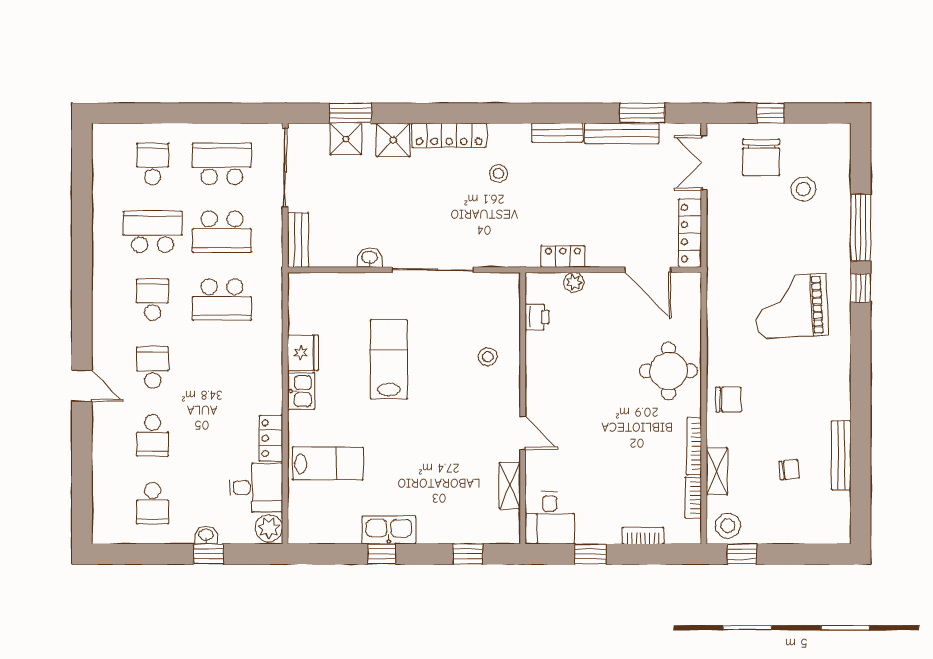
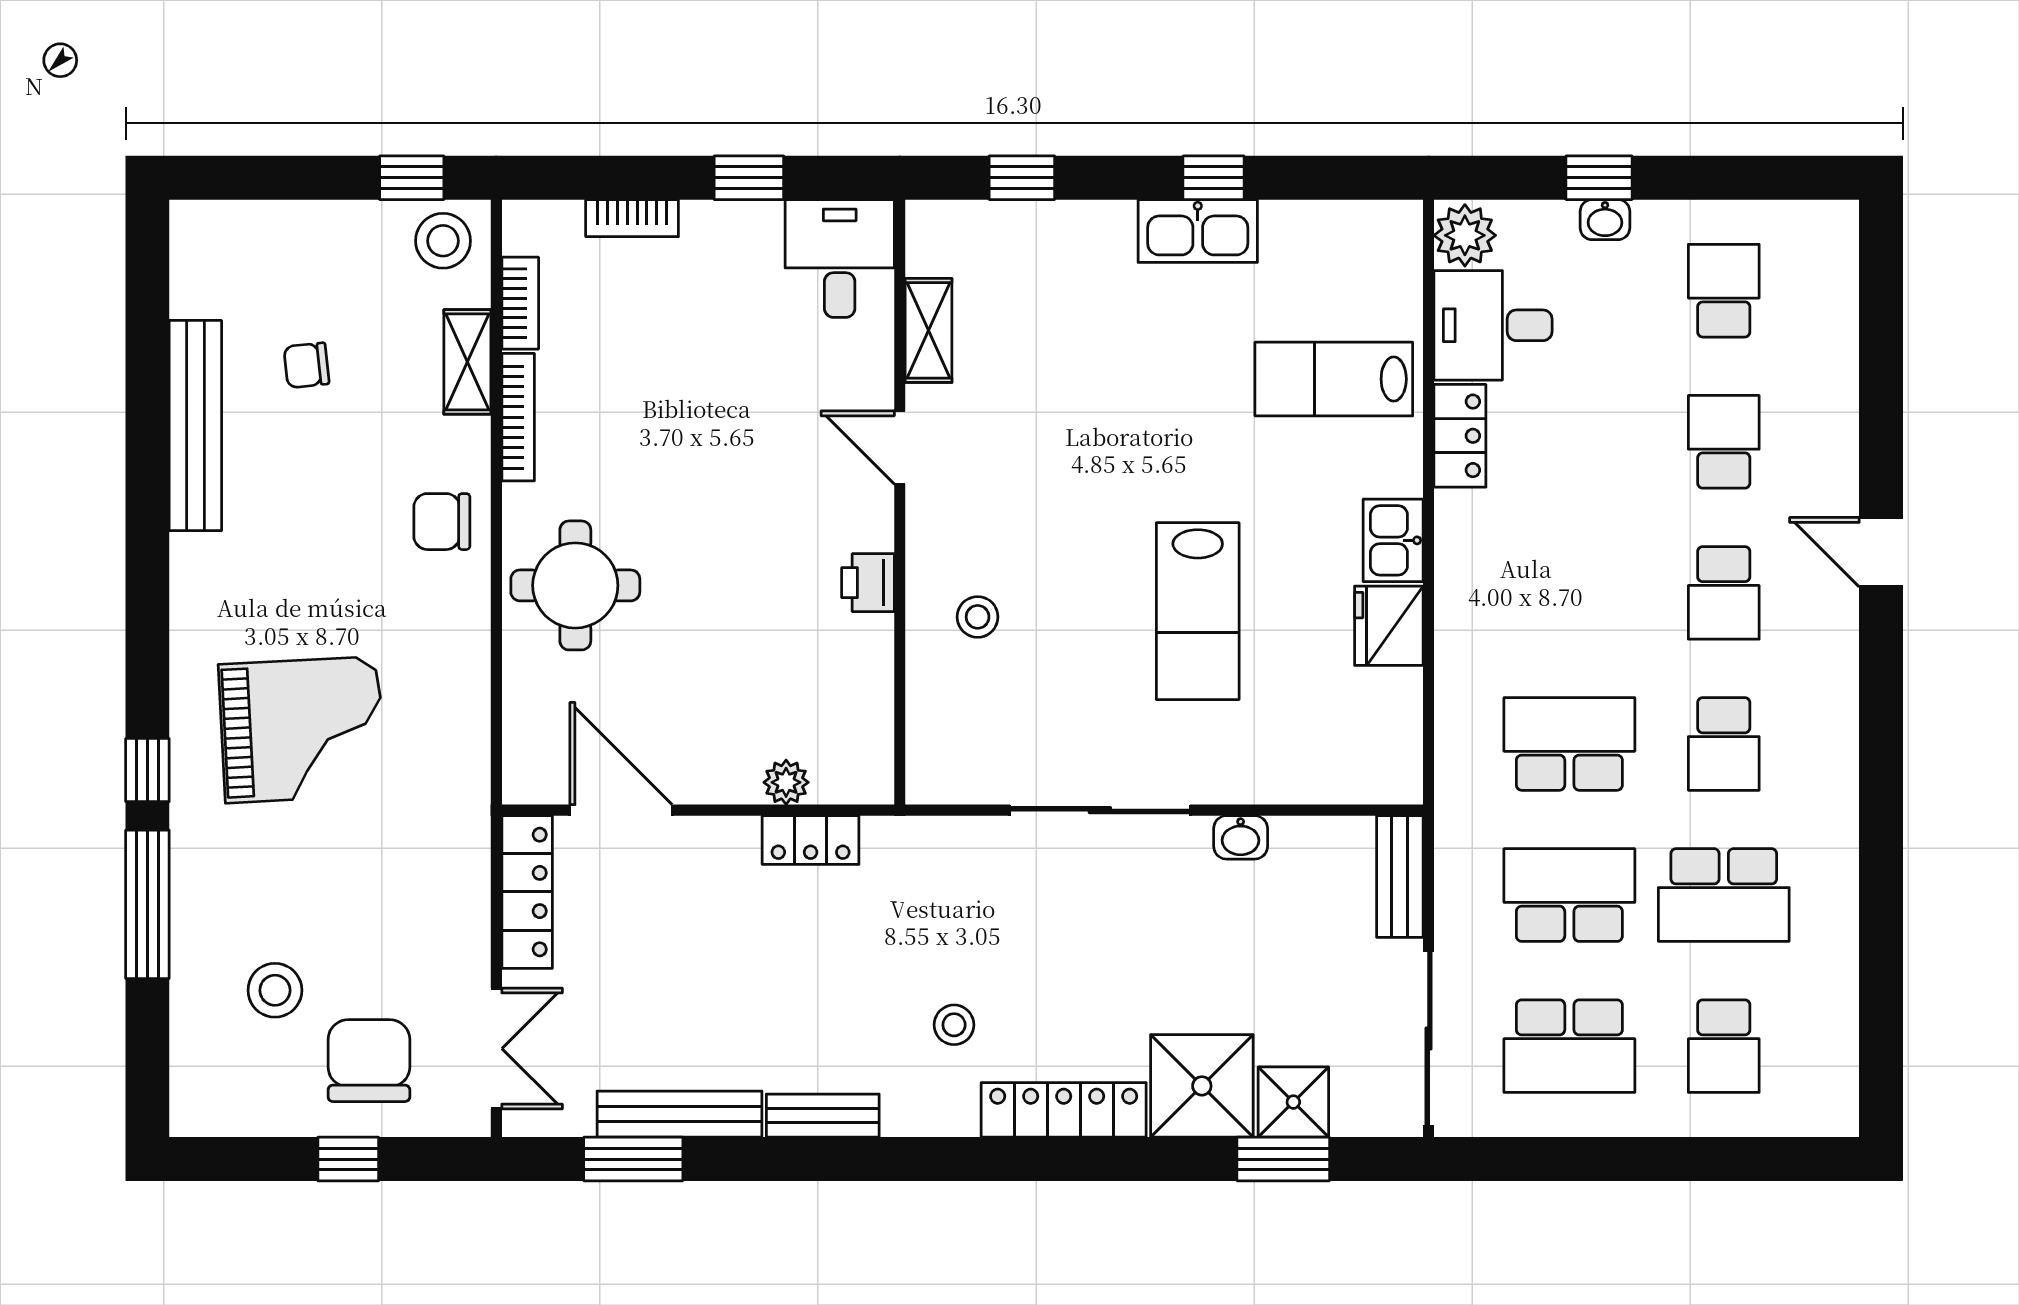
shower: (393, 140) -> (1202, 1086), width x1.36, depth x1.36
printer: (537, 317) -> (868, 583), moved
bench: (841, 455) -> (195, 426), width x1.37, depth x1.21

